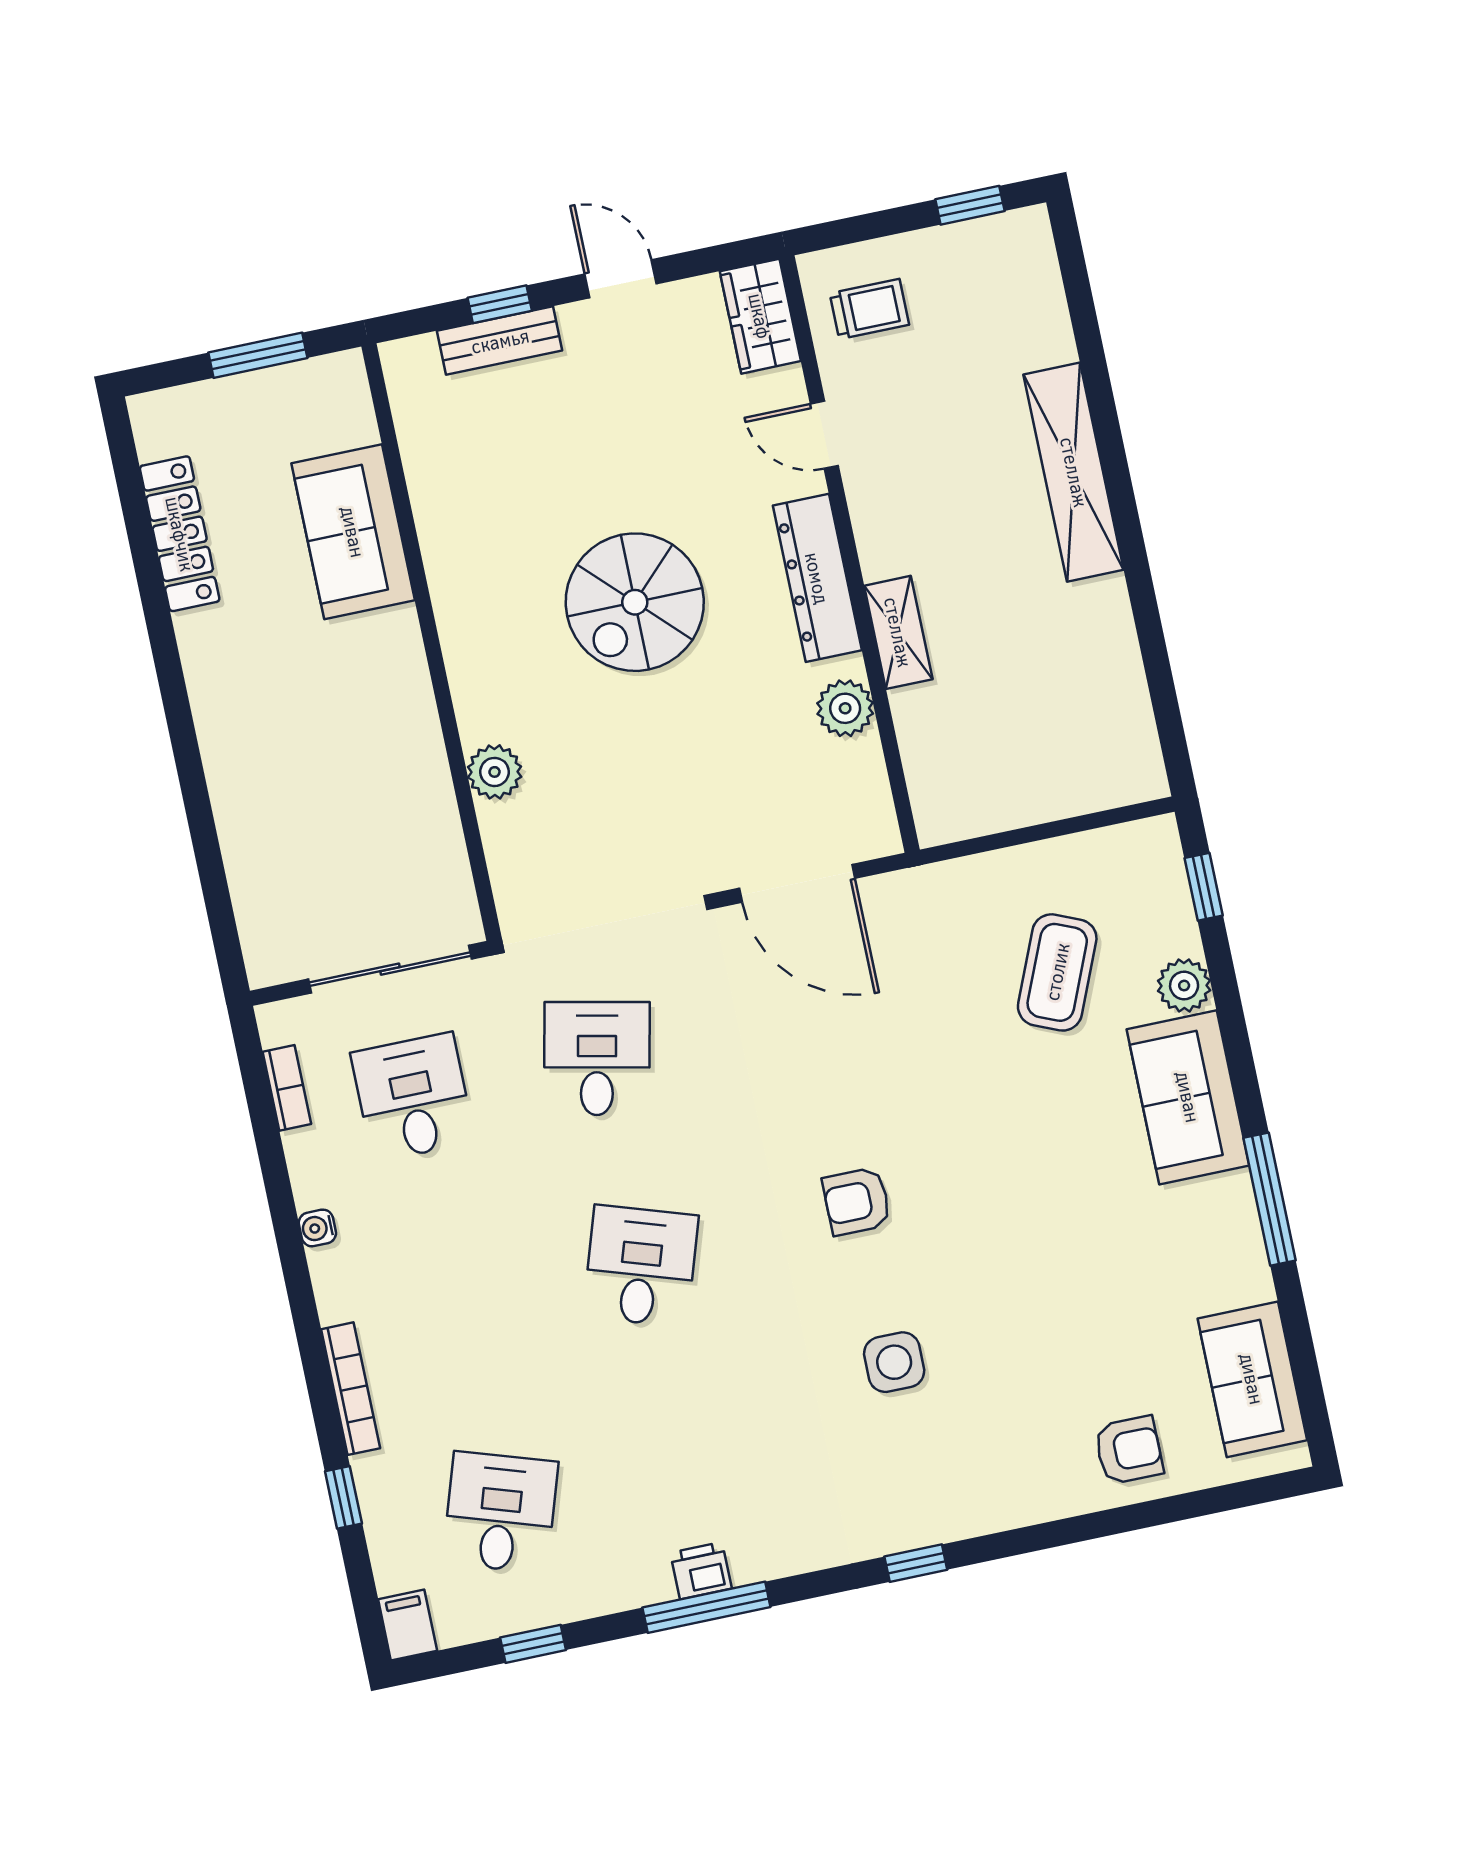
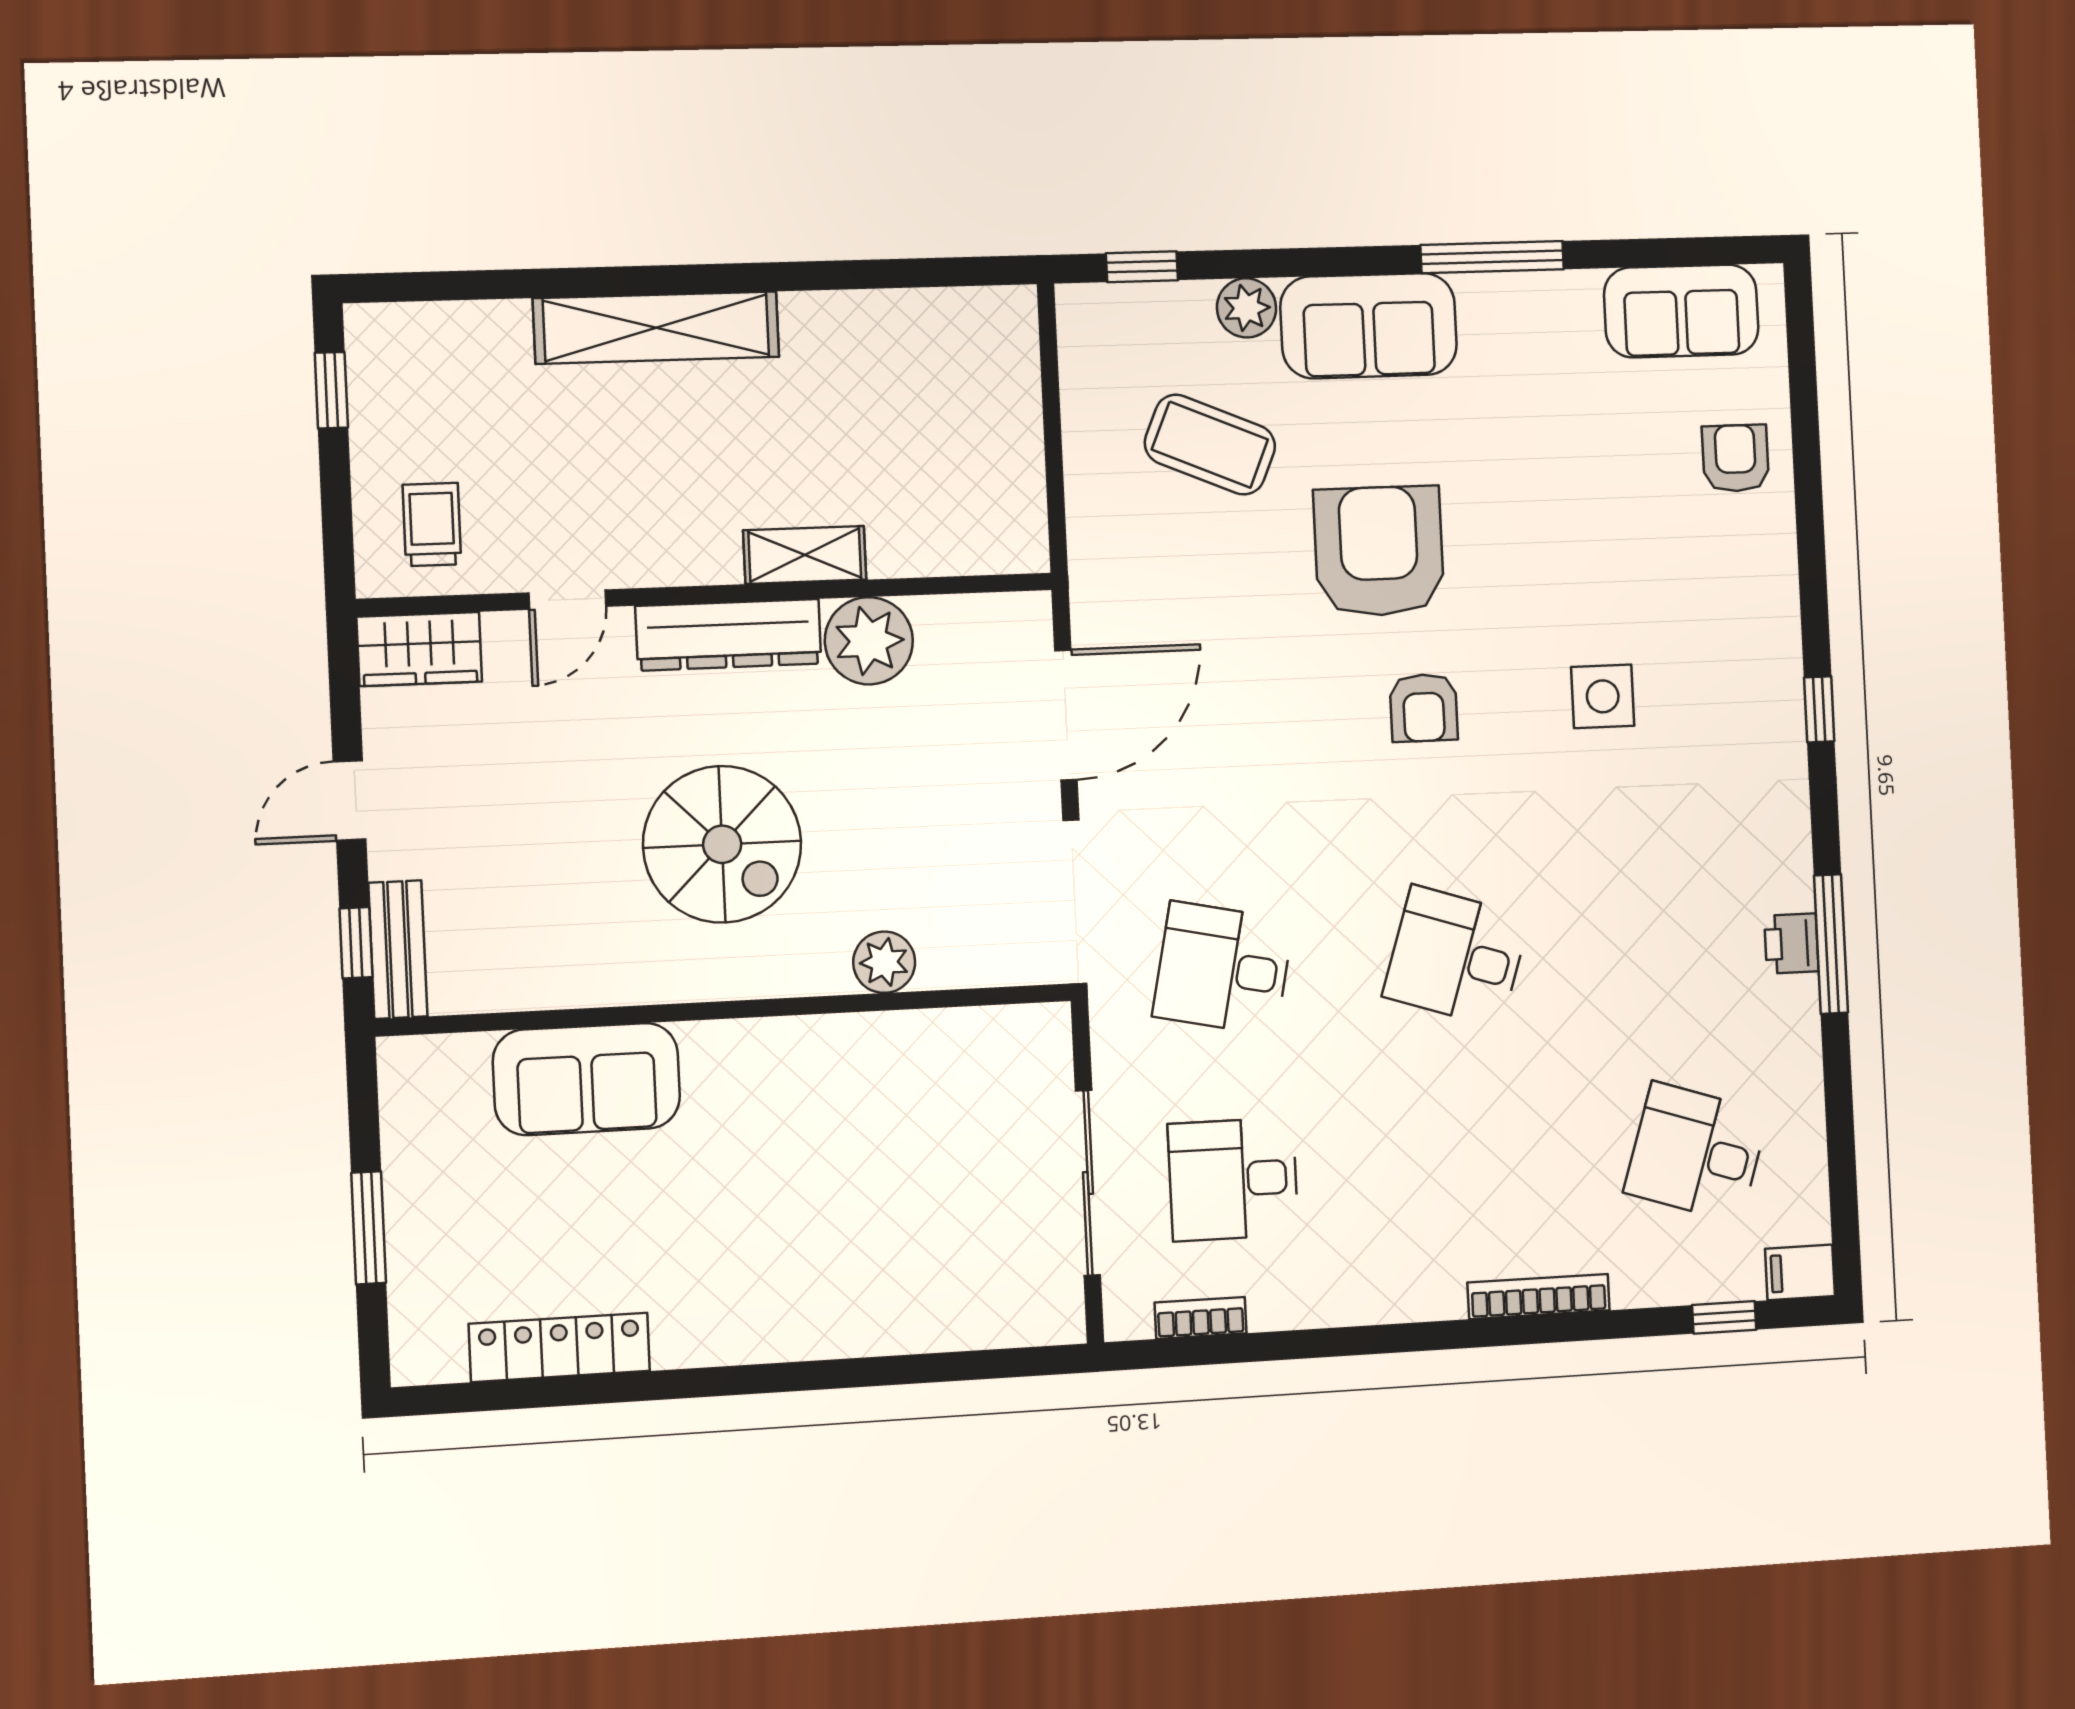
sofa: (353, 532) -> (586, 1079), moved
wall: (431, 642) -> (727, 1010), moved
plant: (845, 708) -> (869, 641), width x1.36, depth x1.36
plant: (495, 772) -> (884, 962), moved
armchair: (989, 1139) -> (1379, 551), added
water cooler: (317, 1228) -> (1359, 1307), removed
window: (343, 1497) -> (1724, 1317), moved
window: (533, 1644) -> (1841, 1139), removed

